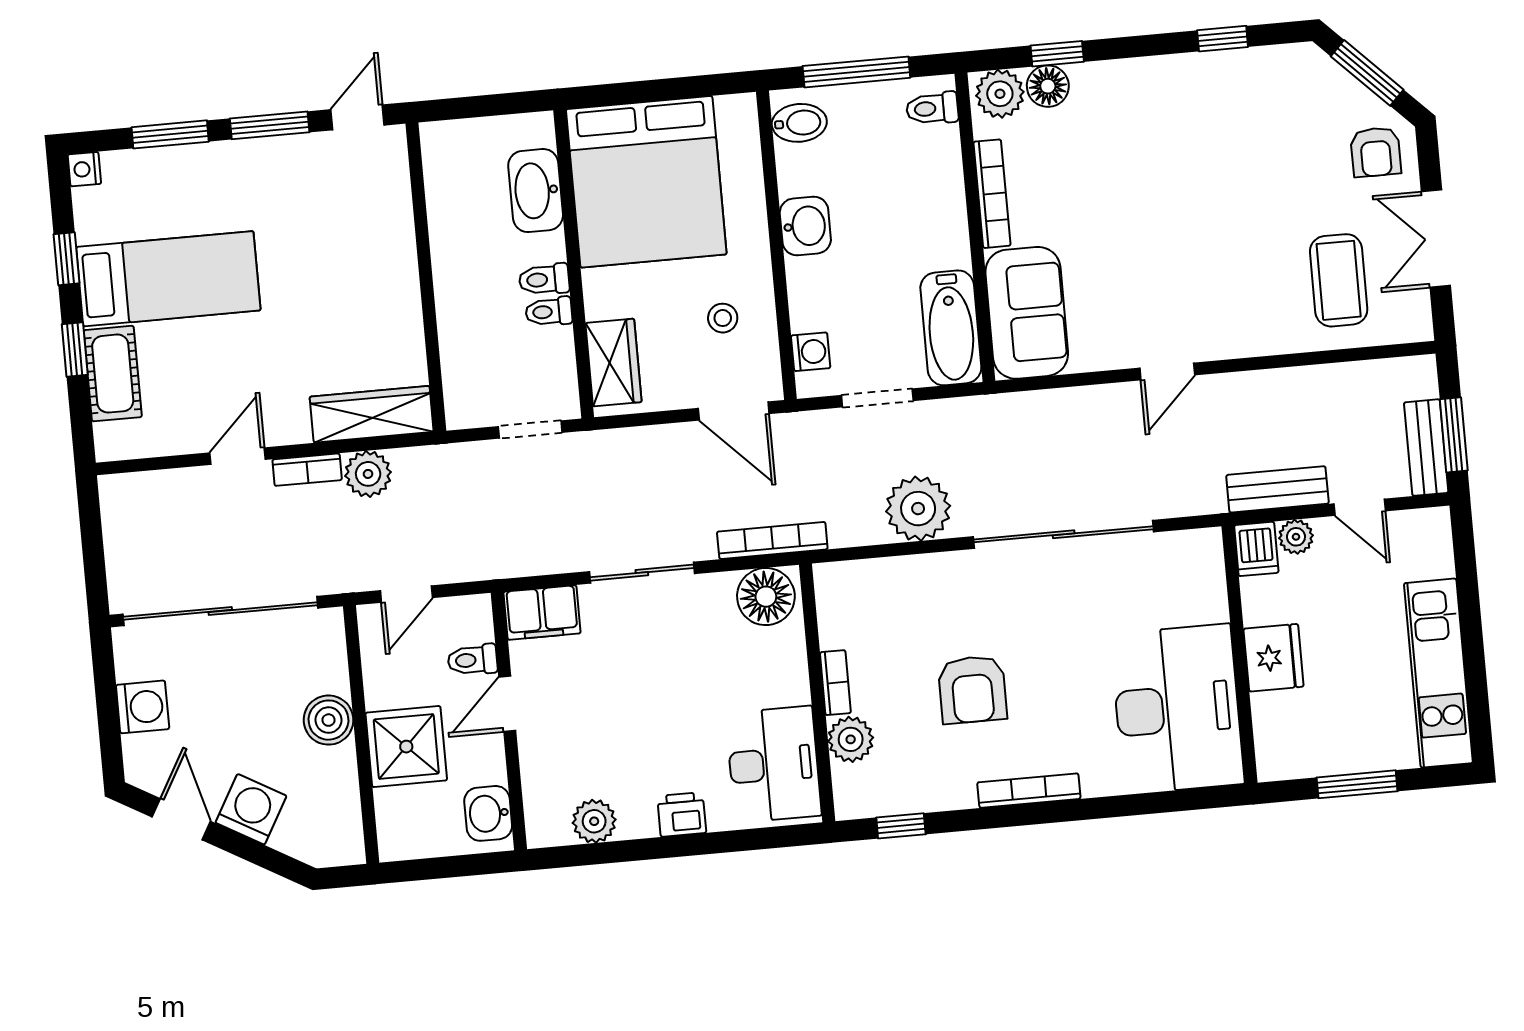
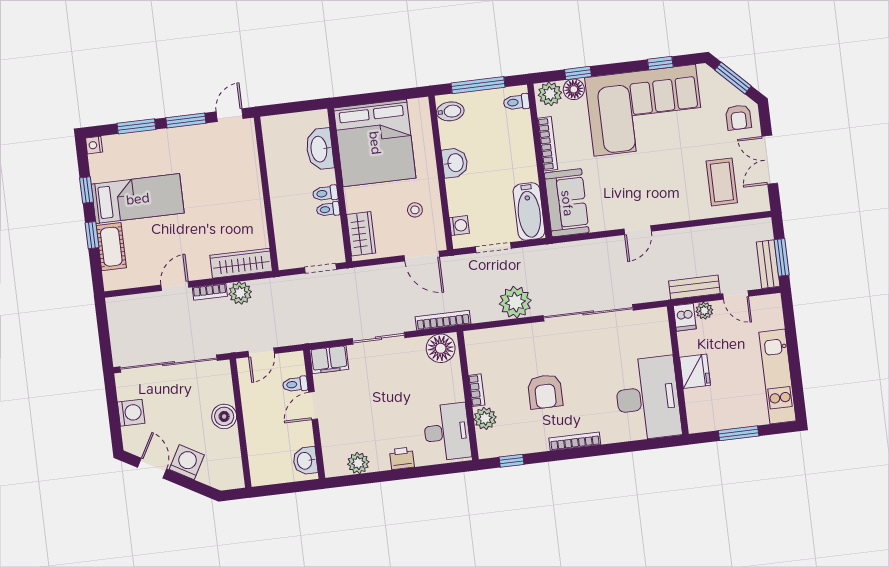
corner sofa: (1189, 132) -> (645, 110), added
shower: (406, 747) -> (263, 428), removed

